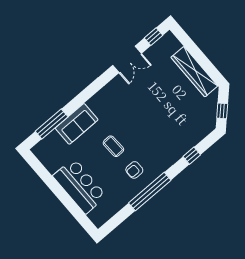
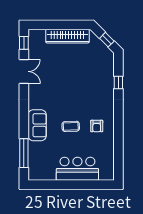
sofa: (77, 124) -> (37, 125), moved
window: (150, 192) -> (118, 128), removed

